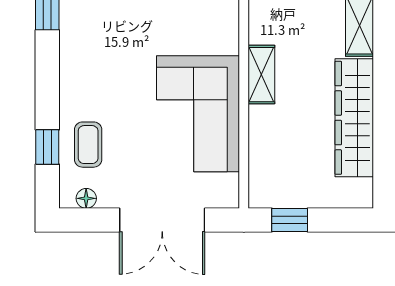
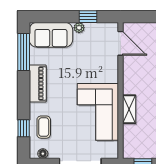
piano: (76, 56) -> (38, 83), added
shelving: (261, 75) -> (129, 109), moved

